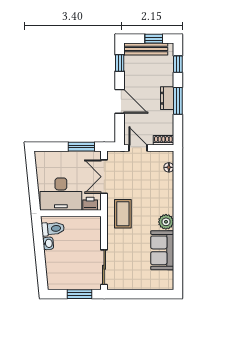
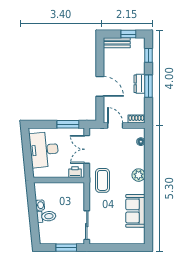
bench: (146, 49) -> (117, 43), width x0.73
window: (120, 63) -> (100, 54), removed
desk: (61, 194) -> (44, 150), moved, turned 84
plant: (166, 222) -> (139, 175), moved
toilet: (53, 229) -> (46, 216), moved

